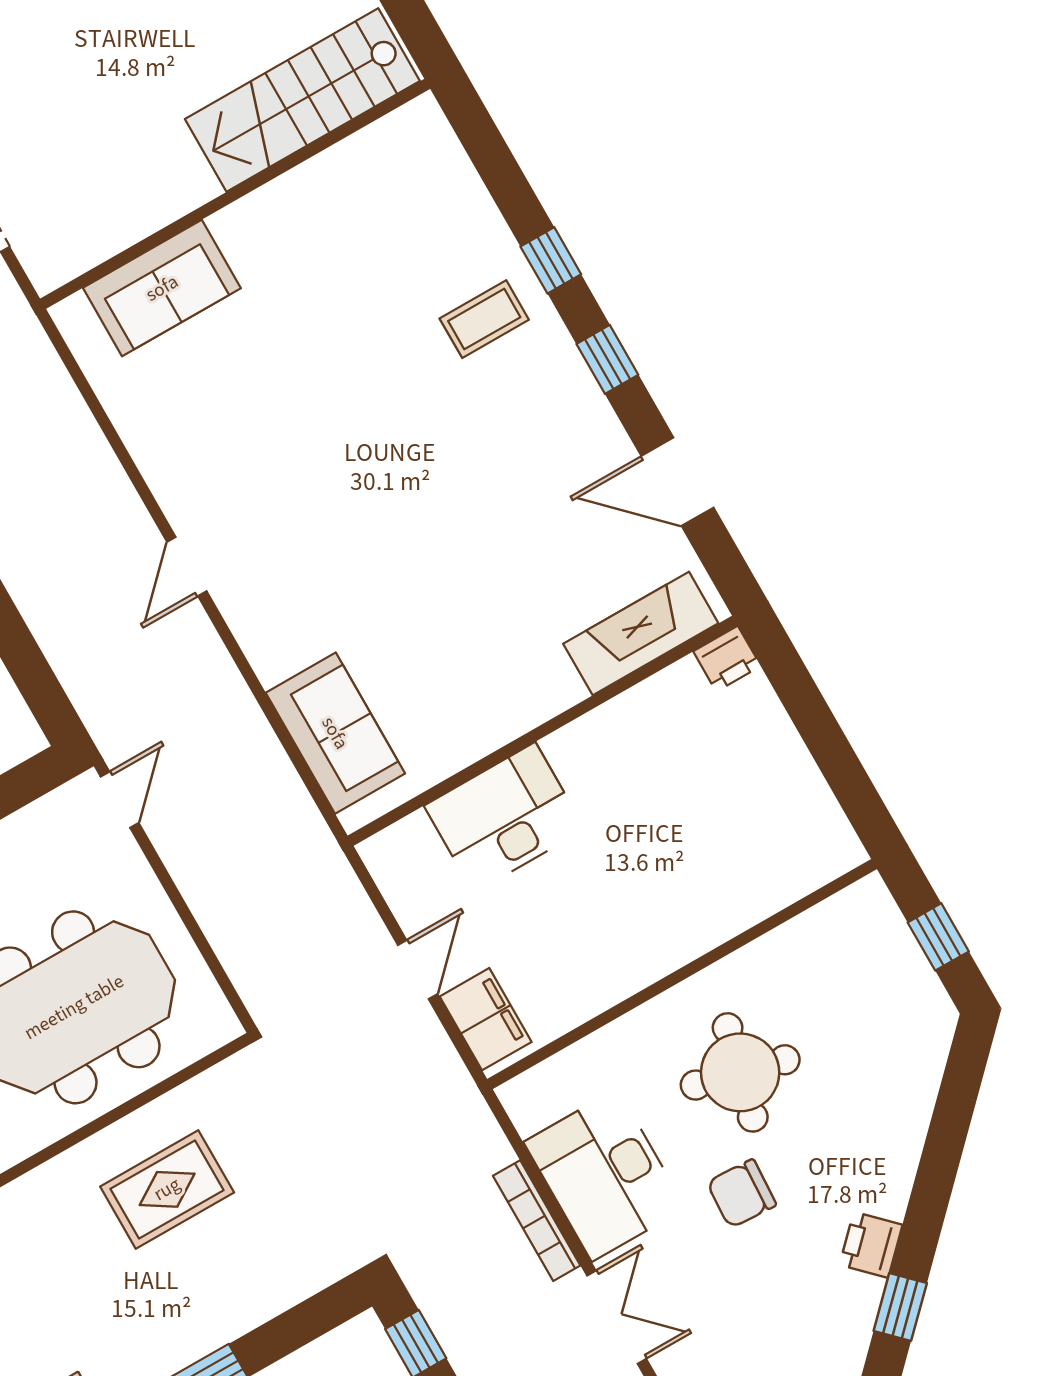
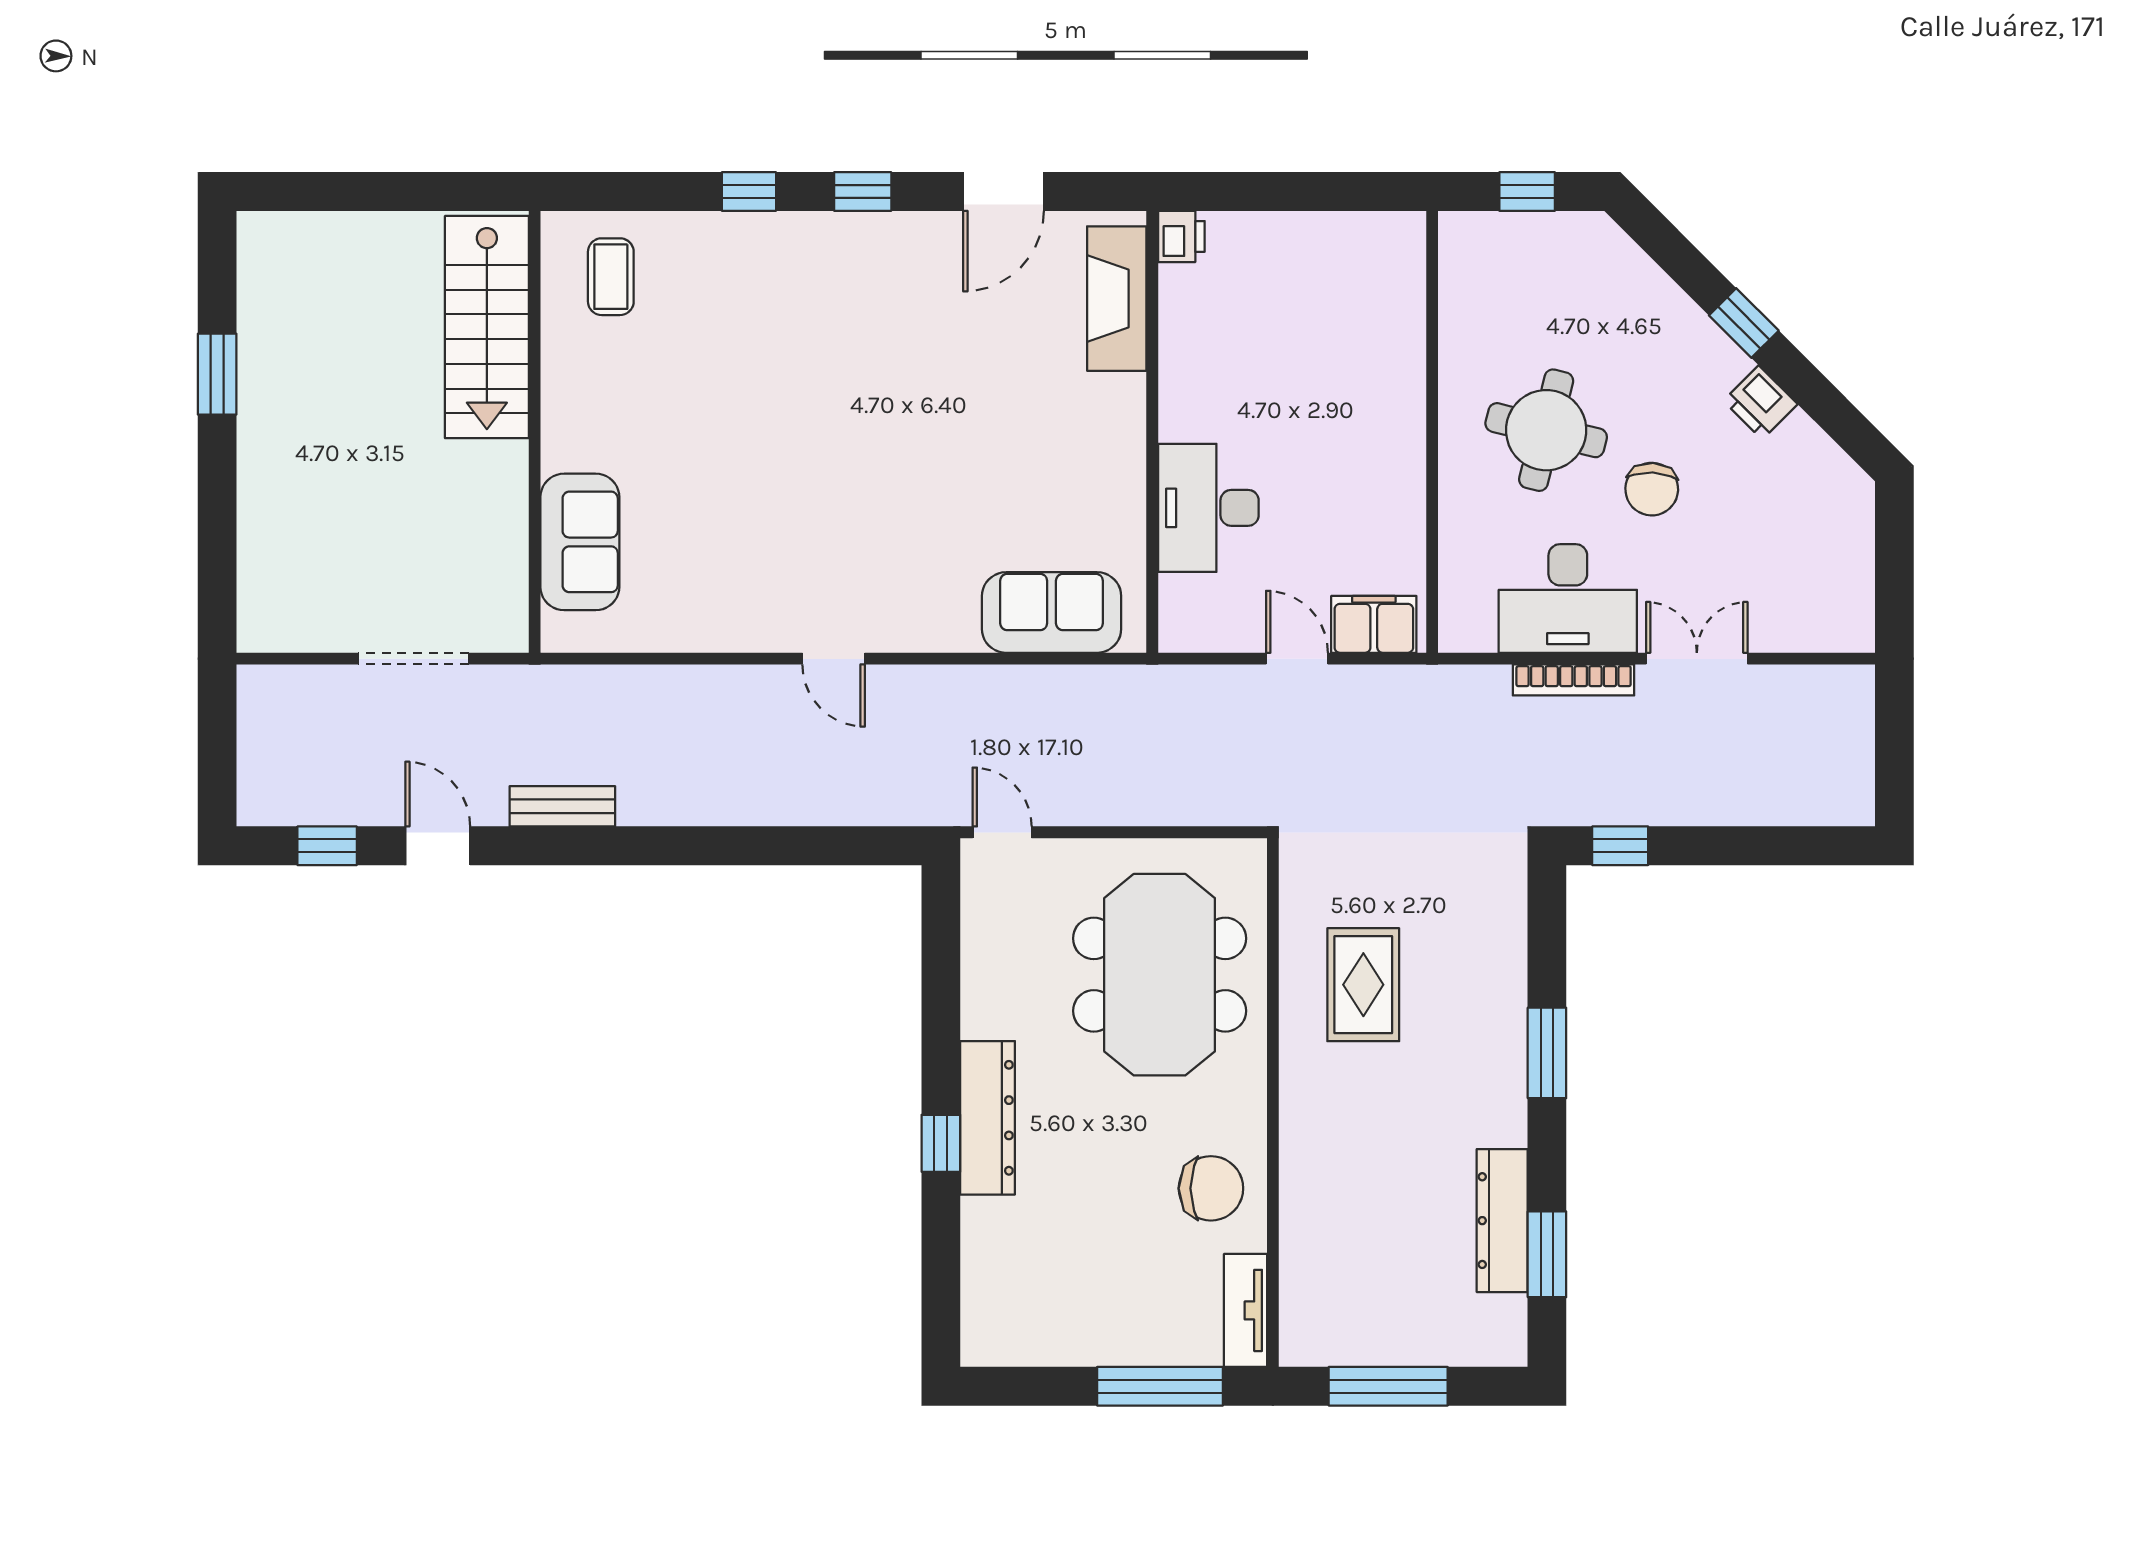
coffee table: (484, 319) -> (611, 277), moved
window: (900, 1307) -> (1744, 323), moved

